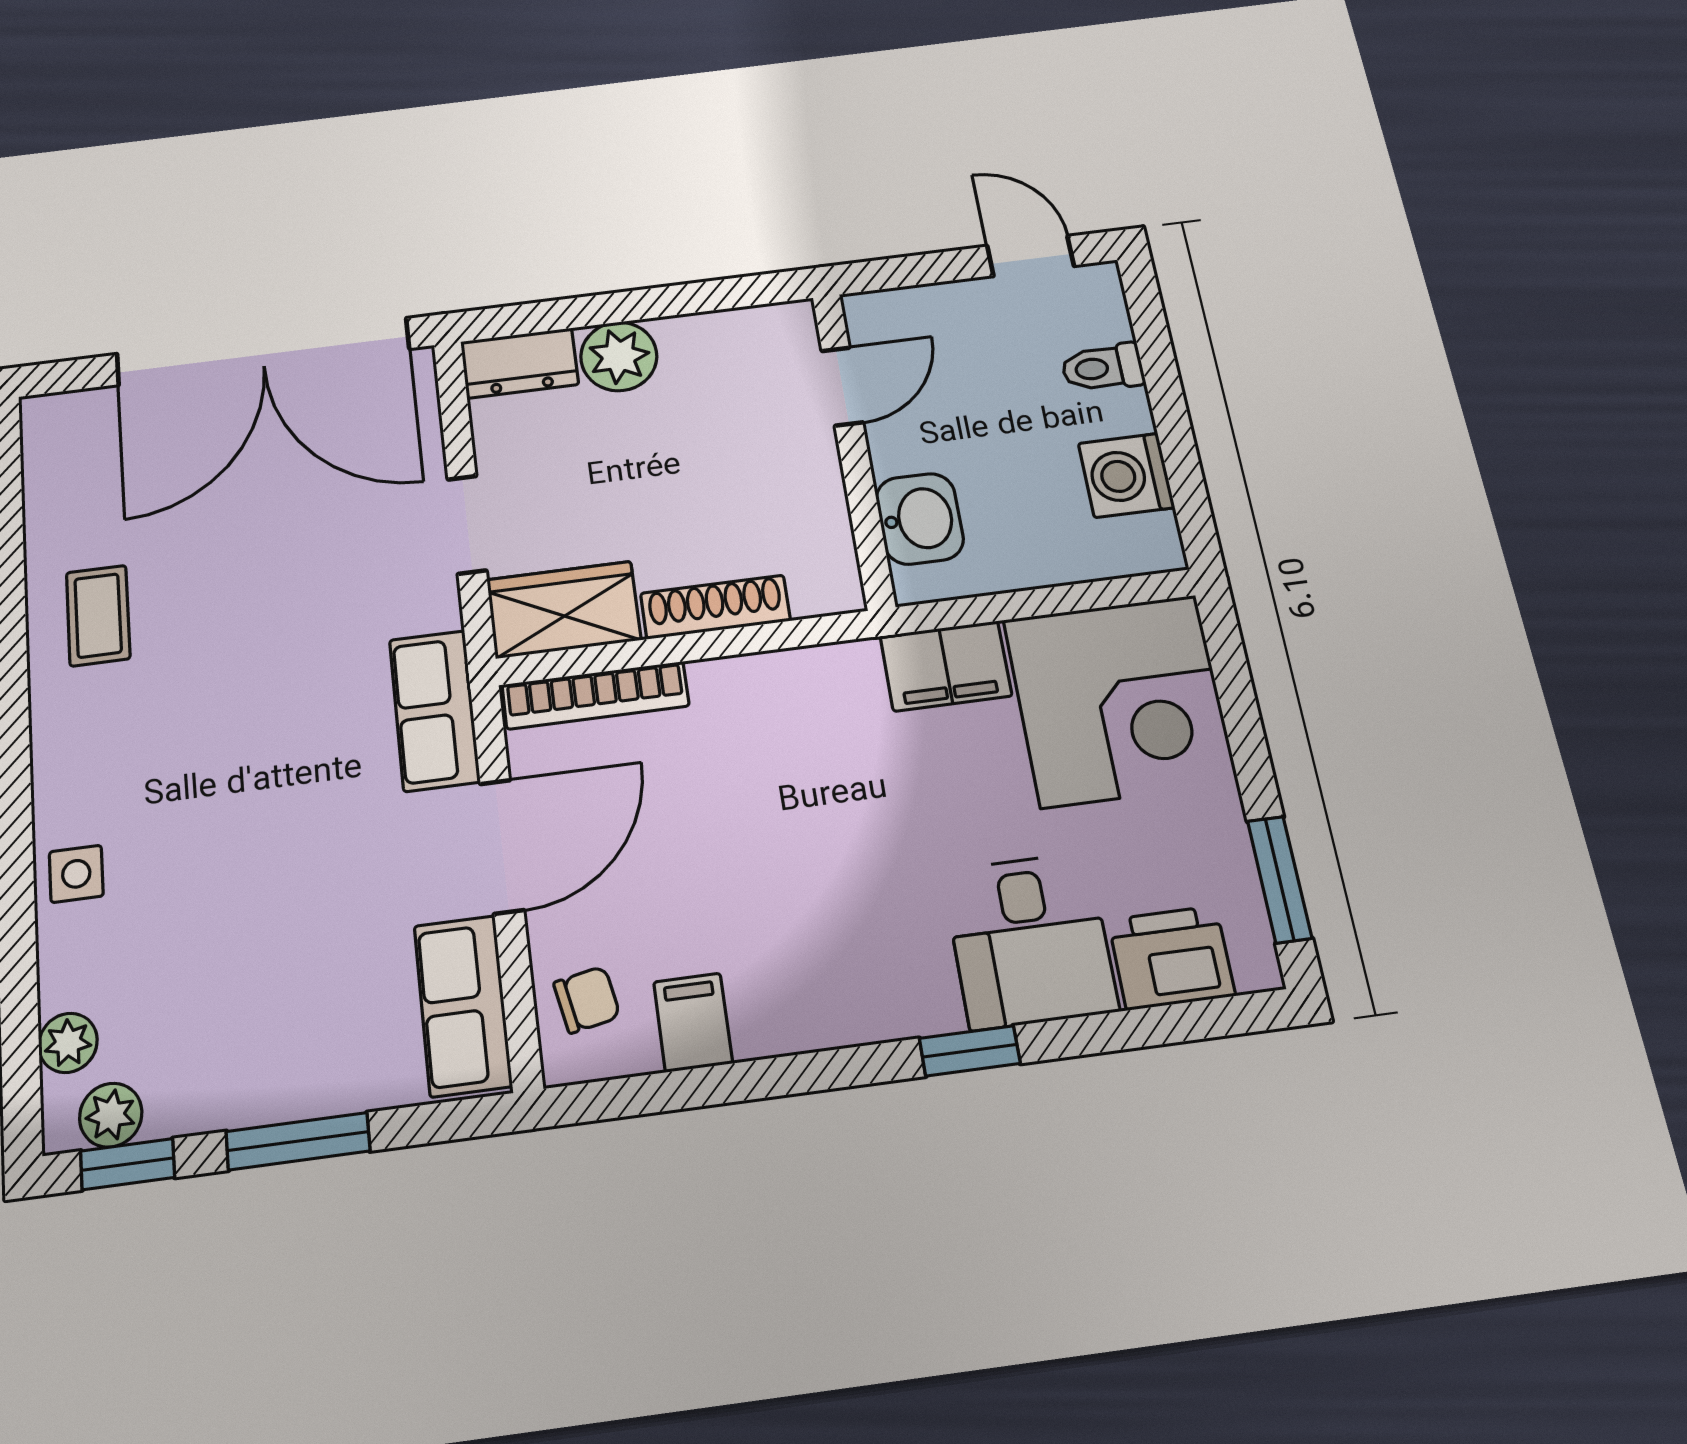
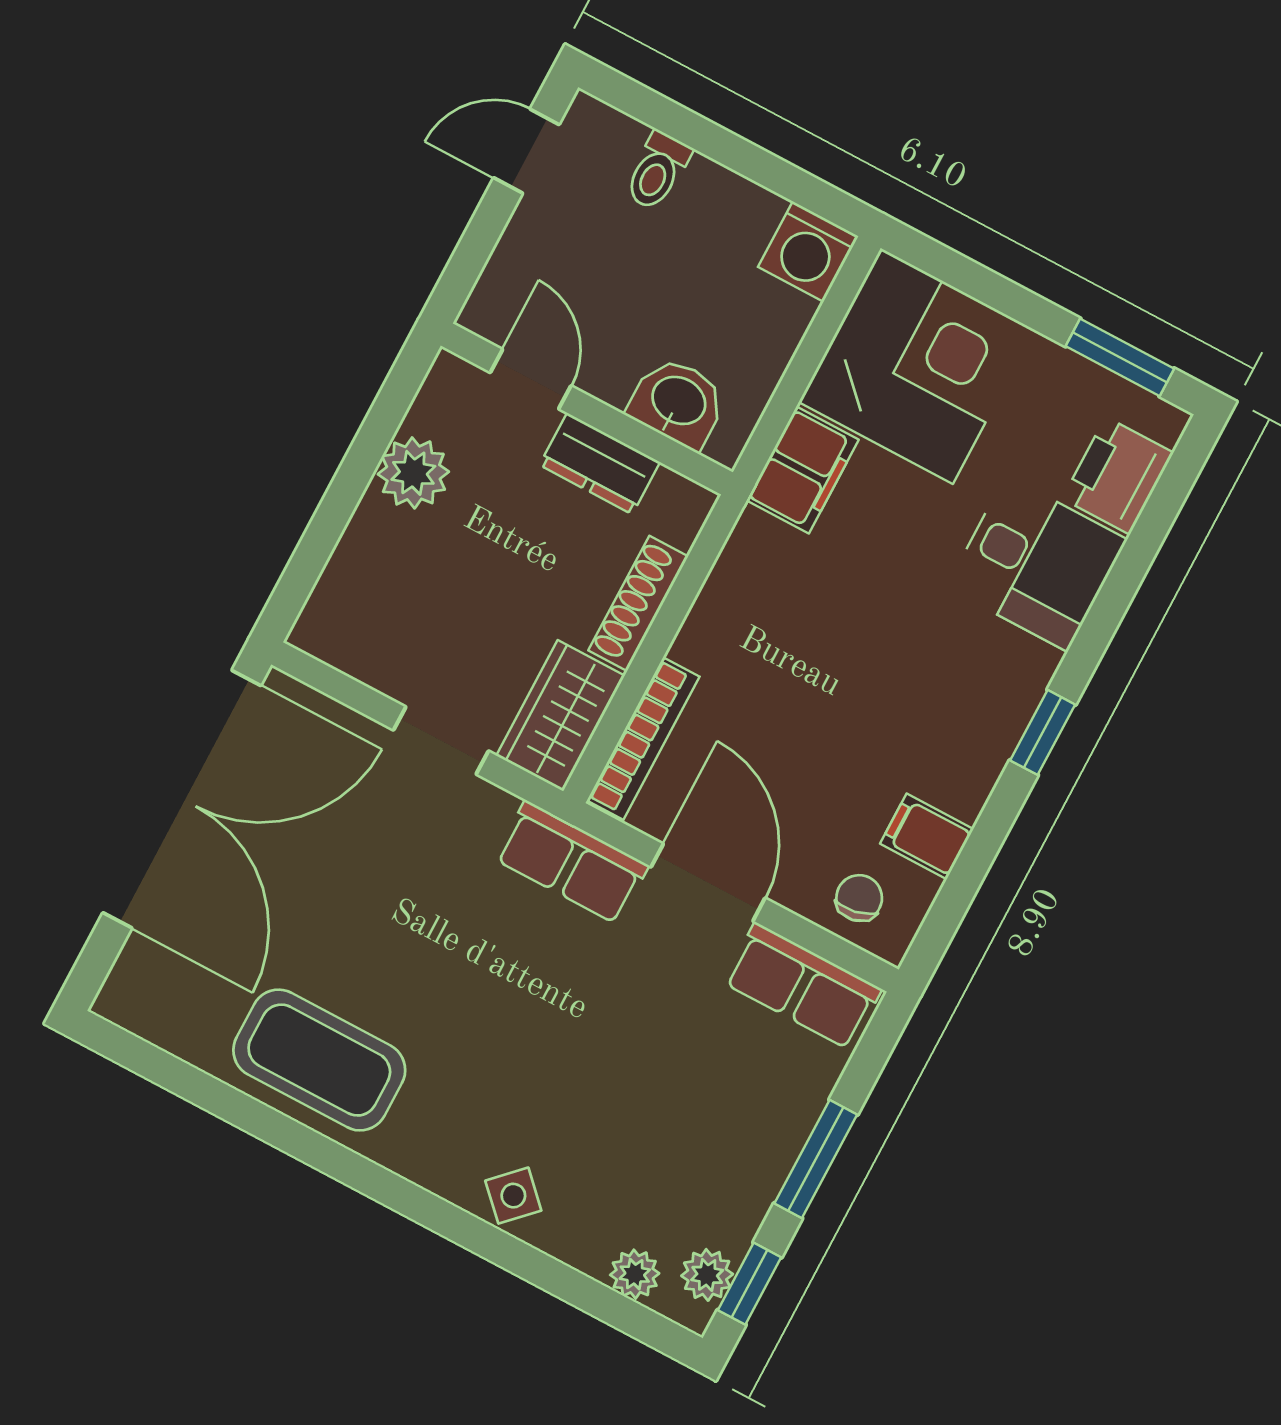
plant: (619, 356) -> (413, 473), moved
dresser: (519, 363) -> (600, 464), moved, turned 90
washing machine: (1126, 475) -> (808, 251), moved
coffee table: (98, 616) -> (319, 1060), width x1.86, depth x1.72
side table: (76, 874) -> (513, 1196), turned 45
window: (970, 1051) -> (1043, 732), moved

